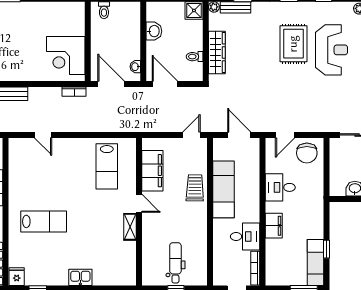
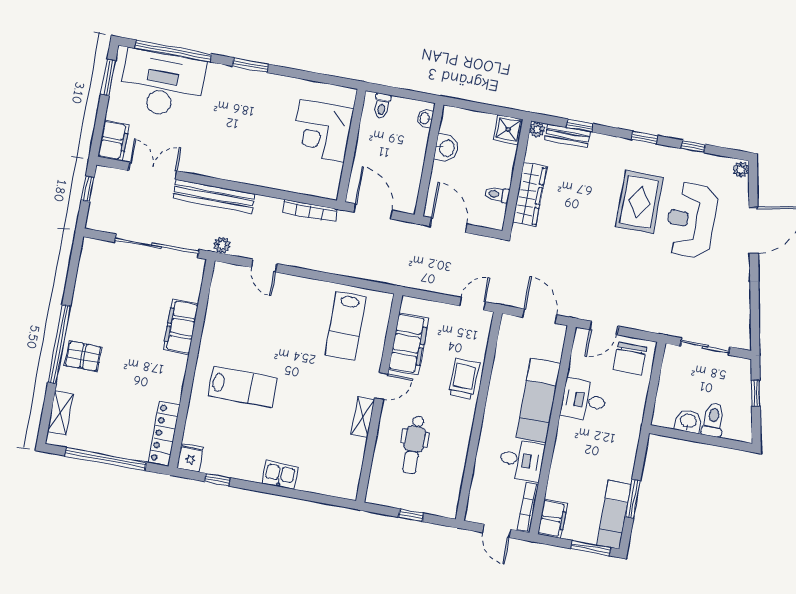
reception desk: (332, 50) -> (691, 220), turned 180
corner desk: (66, 56) -> (322, 131), moved
washbasin: (135, 67) -> (425, 118), moved
bookcase: (74, 92) -> (310, 211), width x1.56
plant: (11, 126) -> (222, 245), added
exam couch: (223, 189) -> (538, 400), moved, turned 180
door: (139, 203) -> (381, 386), hinge flipped
filing cabinet: (274, 226) -> (553, 519), moved
window: (326, 249) -> (633, 499), width x1.50
dental chair: (175, 263) -> (414, 445), moved, turned 180

